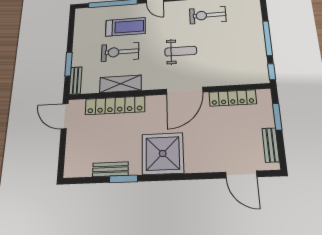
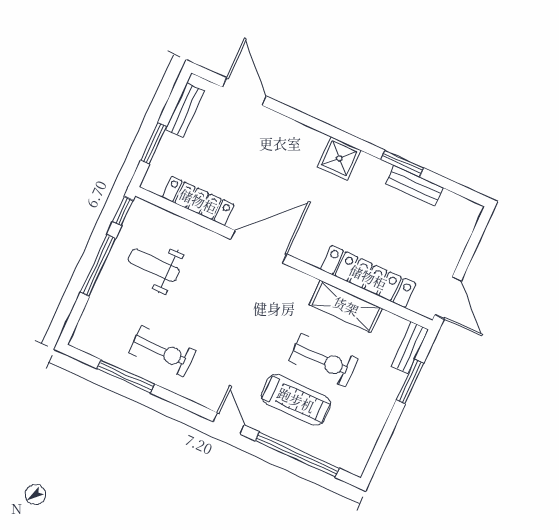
treadmill: (125, 27) -> (296, 400), turned 180
weight bench: (181, 51) -> (154, 265), moved
shower: (163, 153) -> (339, 158), width x0.54, depth x0.54

